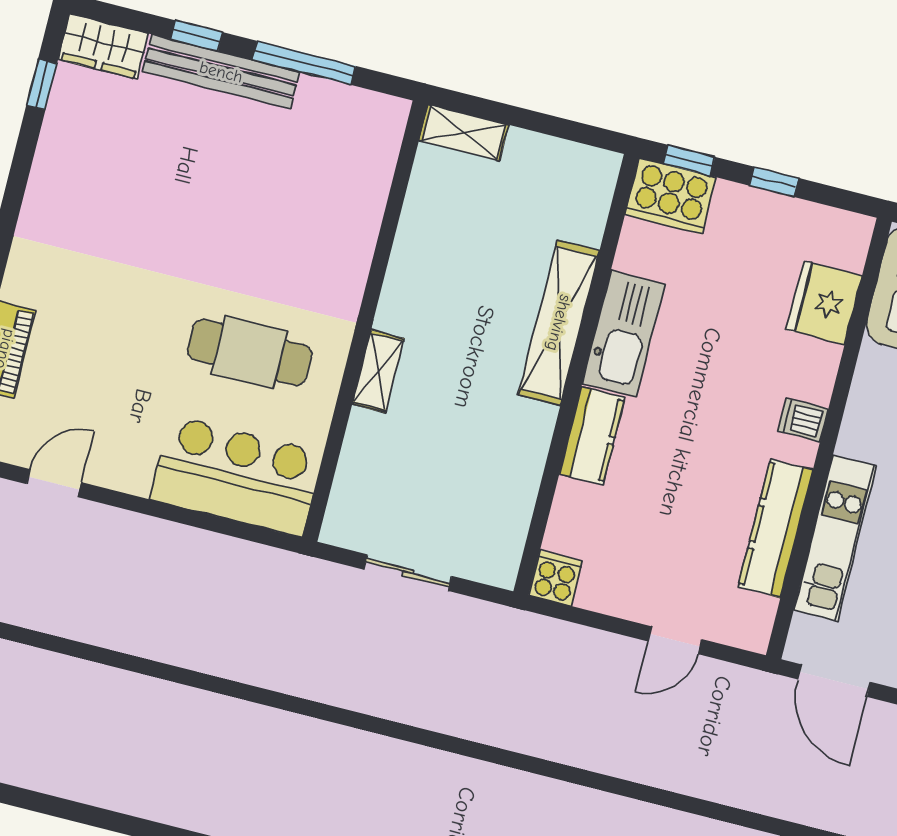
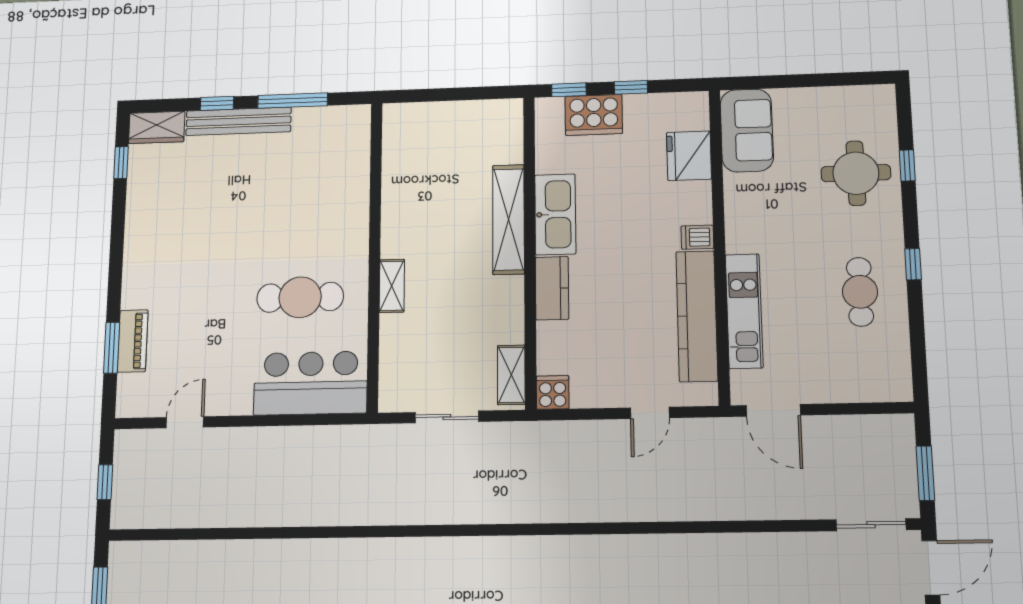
shelving: (464, 133) -> (511, 375), moved, turned 90
cooker: (671, 196) -> (594, 115), moved
kitchen counter: (775, 528) -> (697, 316), width x1.39, depth x1.17

